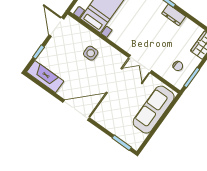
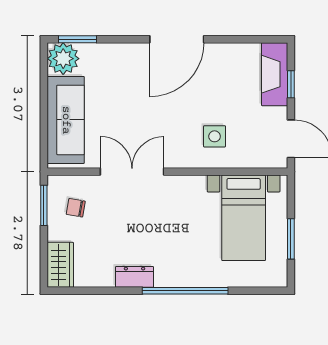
double door: (140, 64) -> (132, 172), width x1.37
fireplace: (45, 77) -> (275, 74), moved, turned 90
plant: (135, 139) -> (63, 59), added

